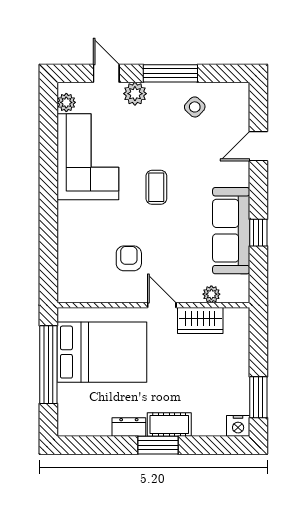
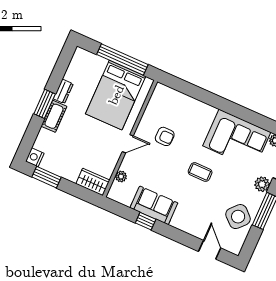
side table: (195, 107) -> (238, 217), width x1.87, depth x1.87
door: (258, 146) -> (210, 250), moved
sofa: (231, 231) -> (154, 205), width x0.73
wardrobe: (200, 320) -> (93, 182), moved, turned 90

